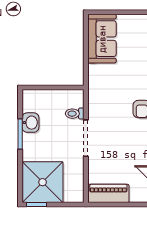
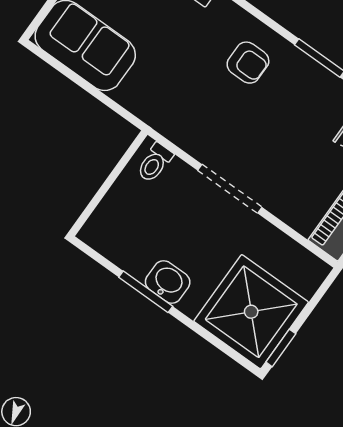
toilet: (75, 114) -> (155, 163), moved
washbasin: (30, 123) -> (168, 282), moved

